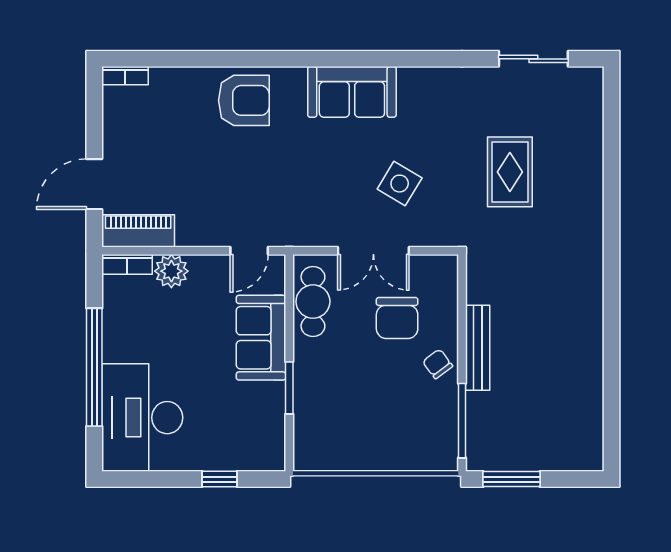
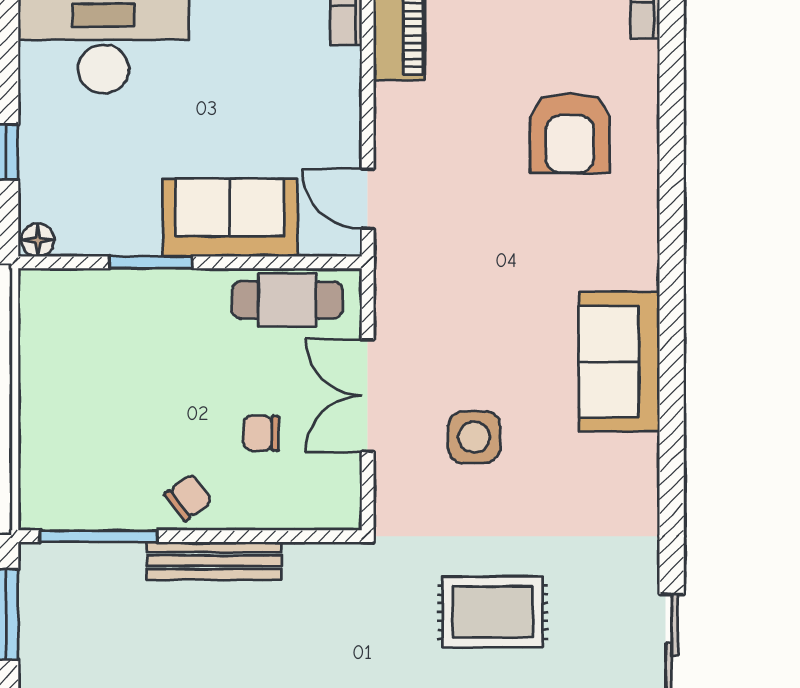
armchair: (244, 100) -> (570, 133), moved
side table: (400, 184) -> (474, 437), turned -31
plant: (171, 271) -> (335, 76), removed
chair: (397, 318) -> (261, 433), width x0.54, depth x0.54
floor lamp: (275, 459) -> (38, 240), added

